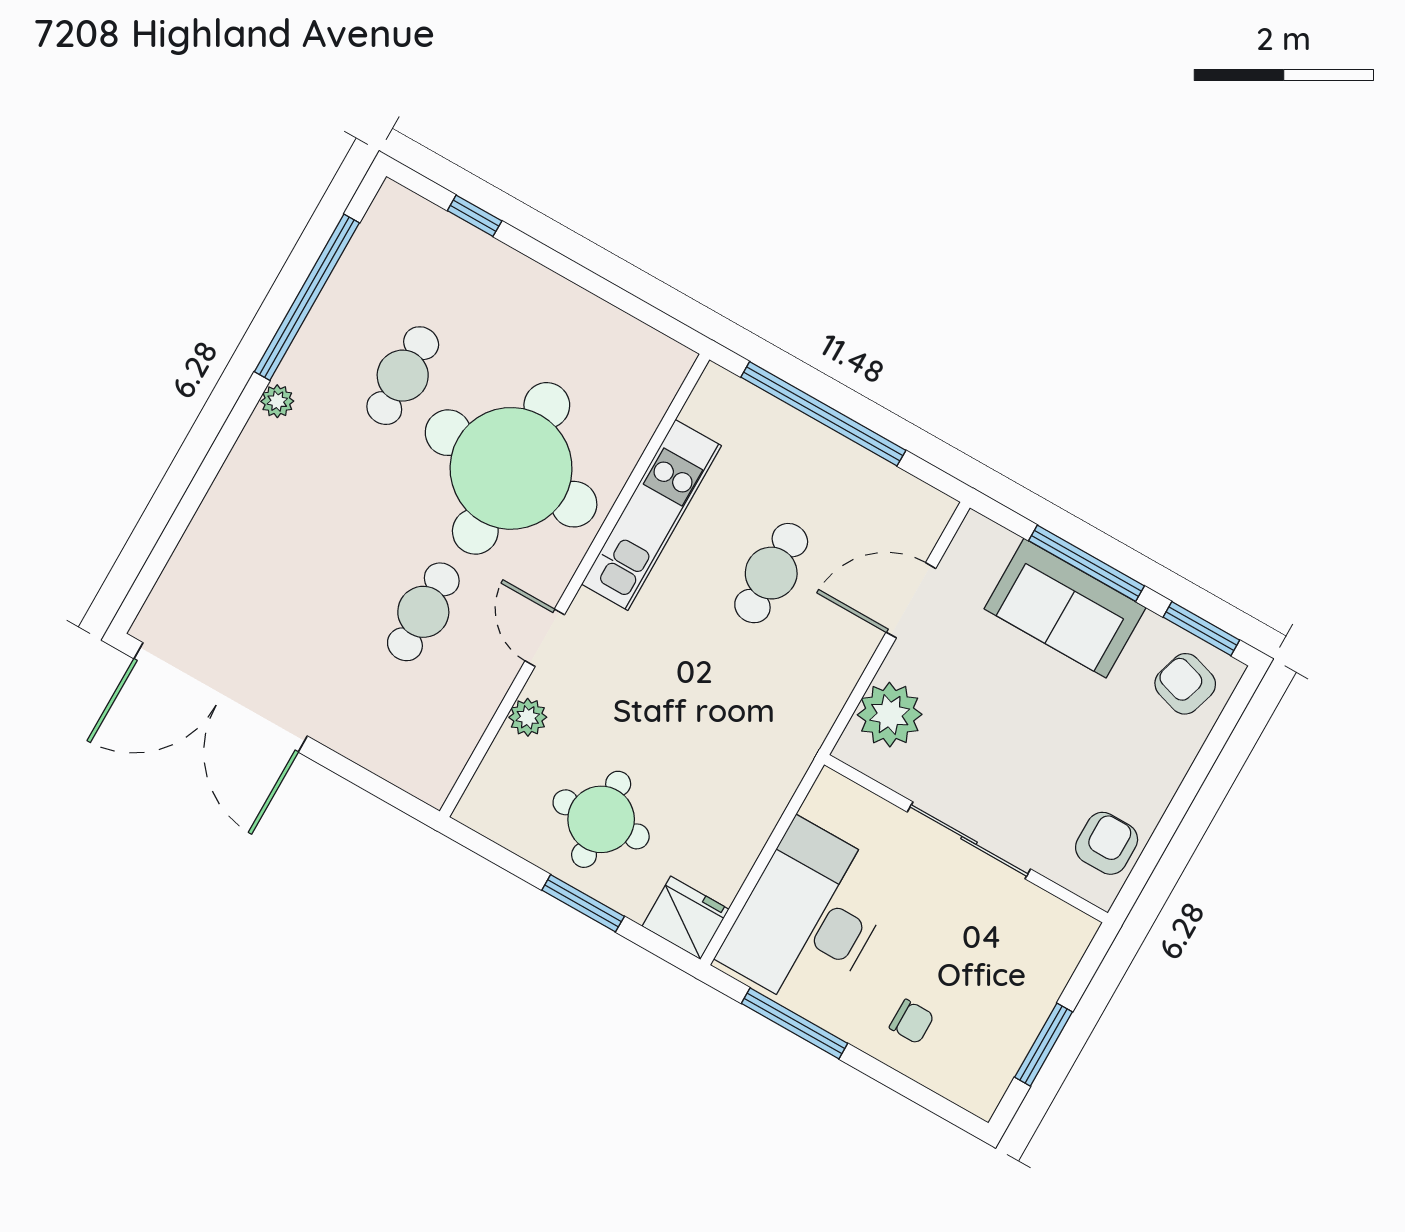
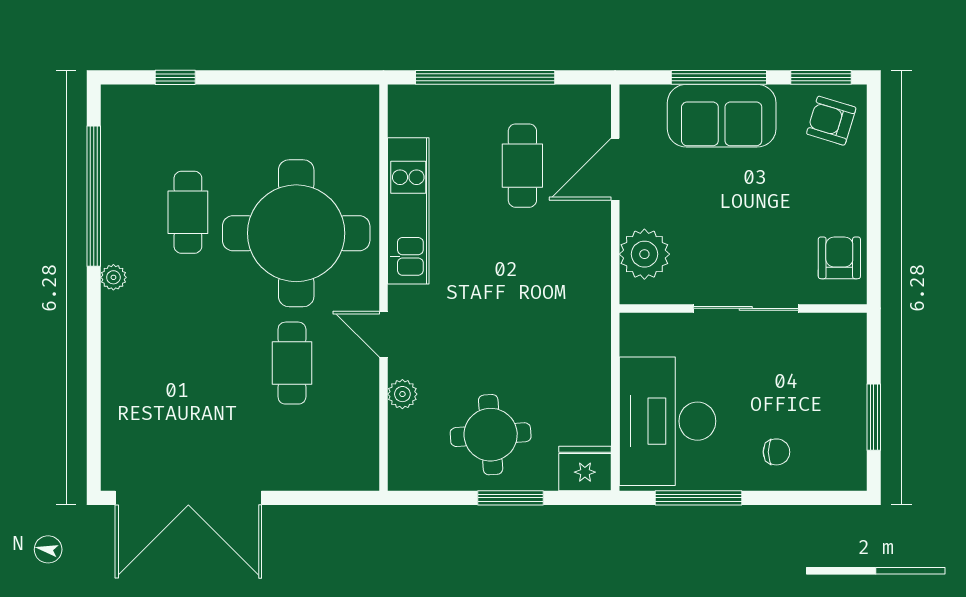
cafe table: (771, 573) -> (522, 166), moved

